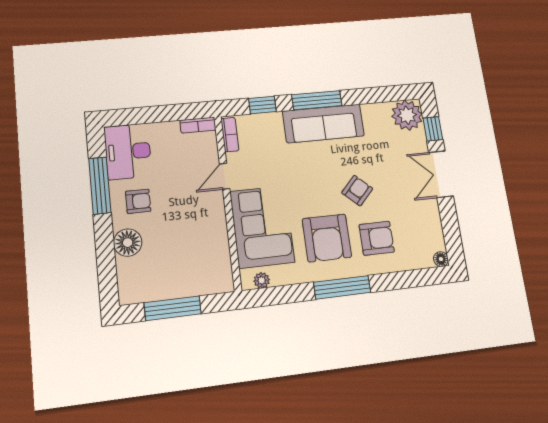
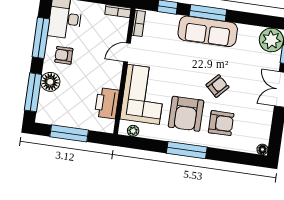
armchair: (138, 201) -> (64, 55), turned 180
printer: (215, 252) -> (107, 103), added
window: (106, 263) -> (33, 92), added

